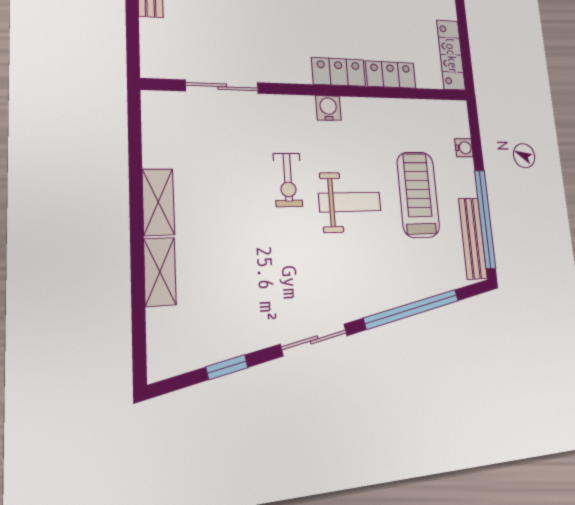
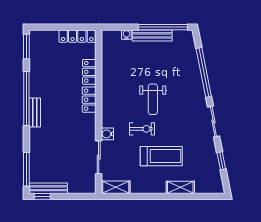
water cooler: (328, 108) -> (107, 134), moved
treadmill: (418, 194) -> (161, 156), moved, turned 180
shelving: (158, 202) -> (116, 187), moved
weight bench: (350, 202) -> (153, 99), turned 180
bench: (473, 238) -> (152, 35), moved

